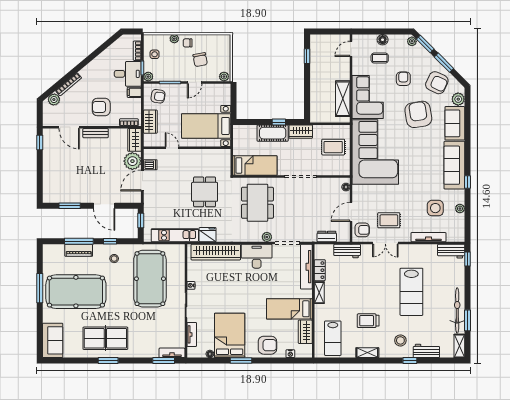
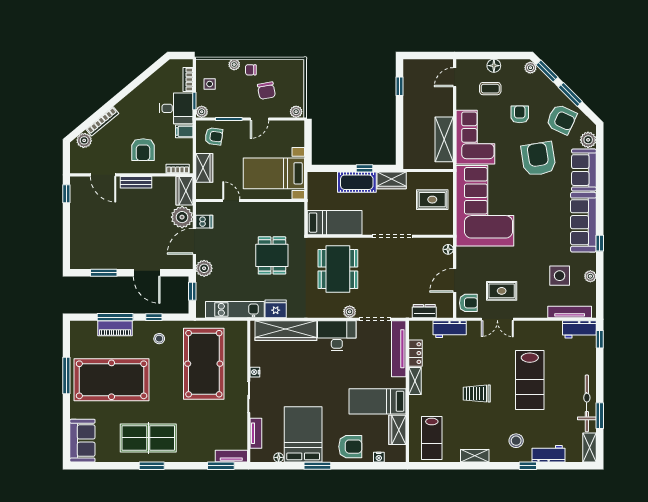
armchair: (101, 107) -> (143, 150), turned -90
plant: (150, 202) -> (204, 268), added
tv unit: (428, 237) -> (570, 312), moved
trolley: (368, 321) -> (477, 394), moved

